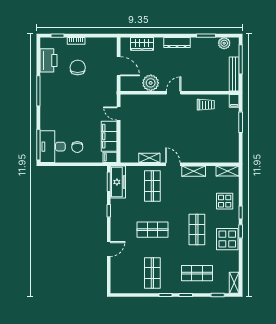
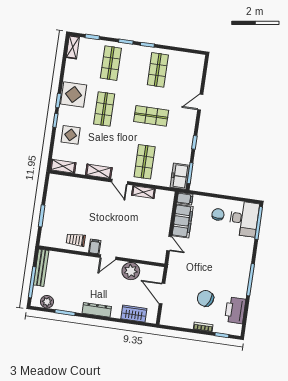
chair: (78, 68) -> (205, 298), turned 114
filing cabinet: (234, 101) -> (95, 247), moved
freezer: (118, 182) -> (180, 176), width x0.71
shop shelf: (197, 273) -> (111, 63), turned 90

